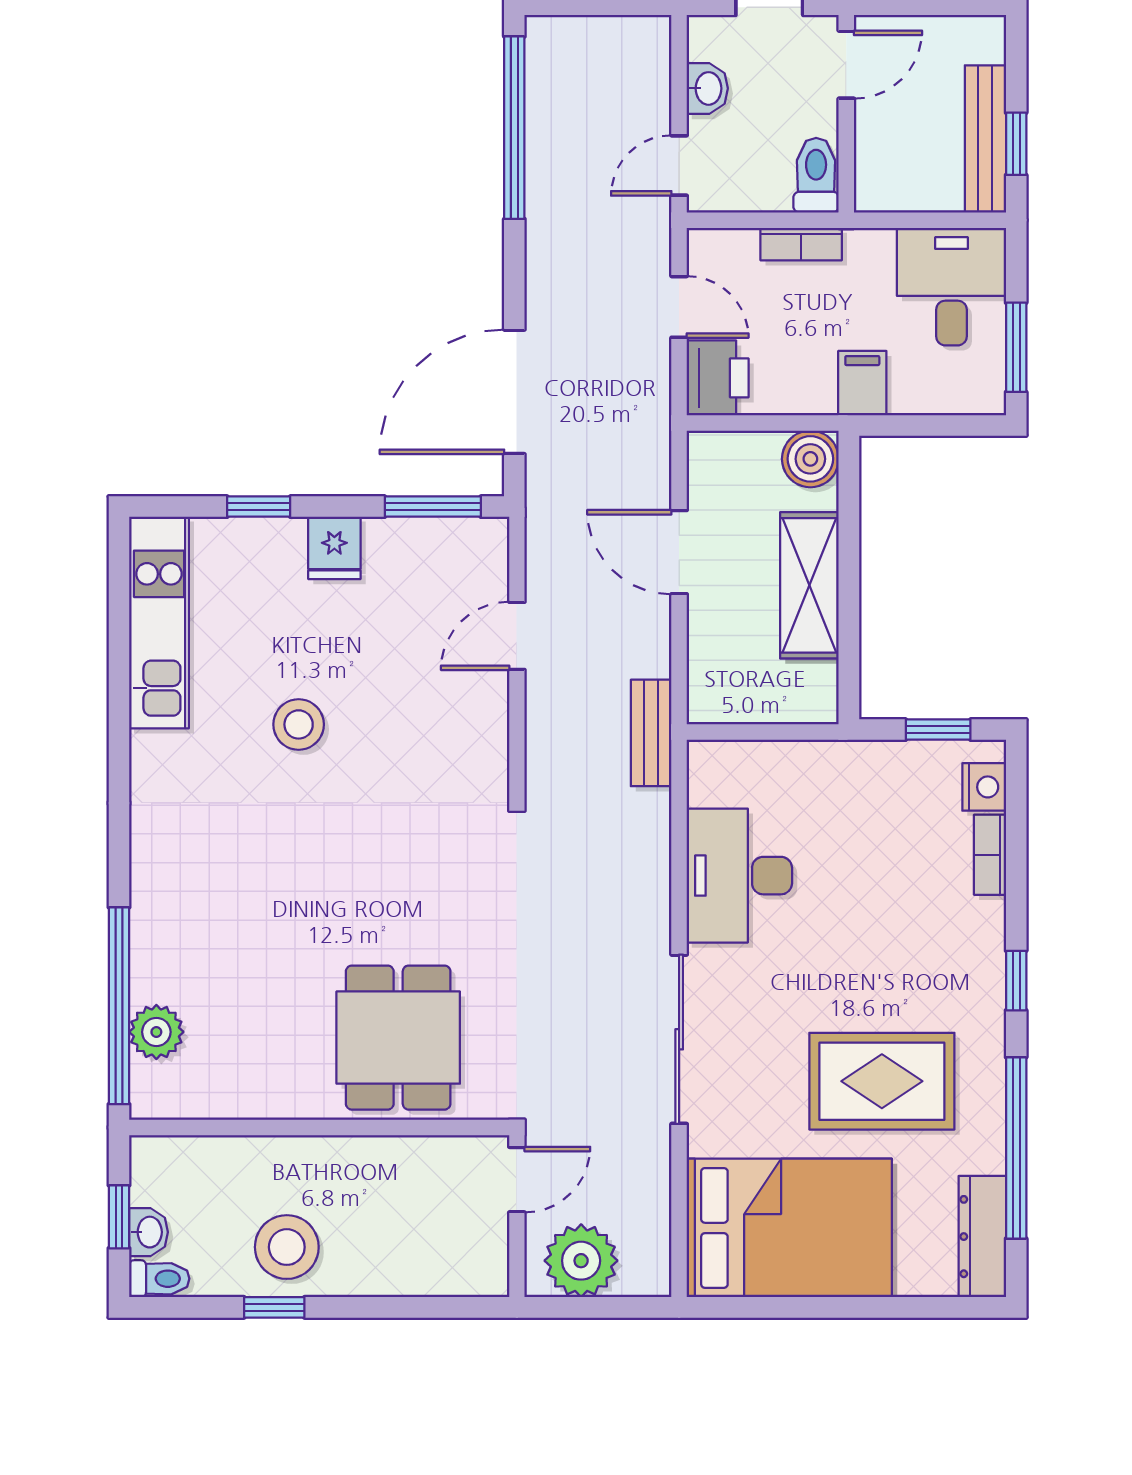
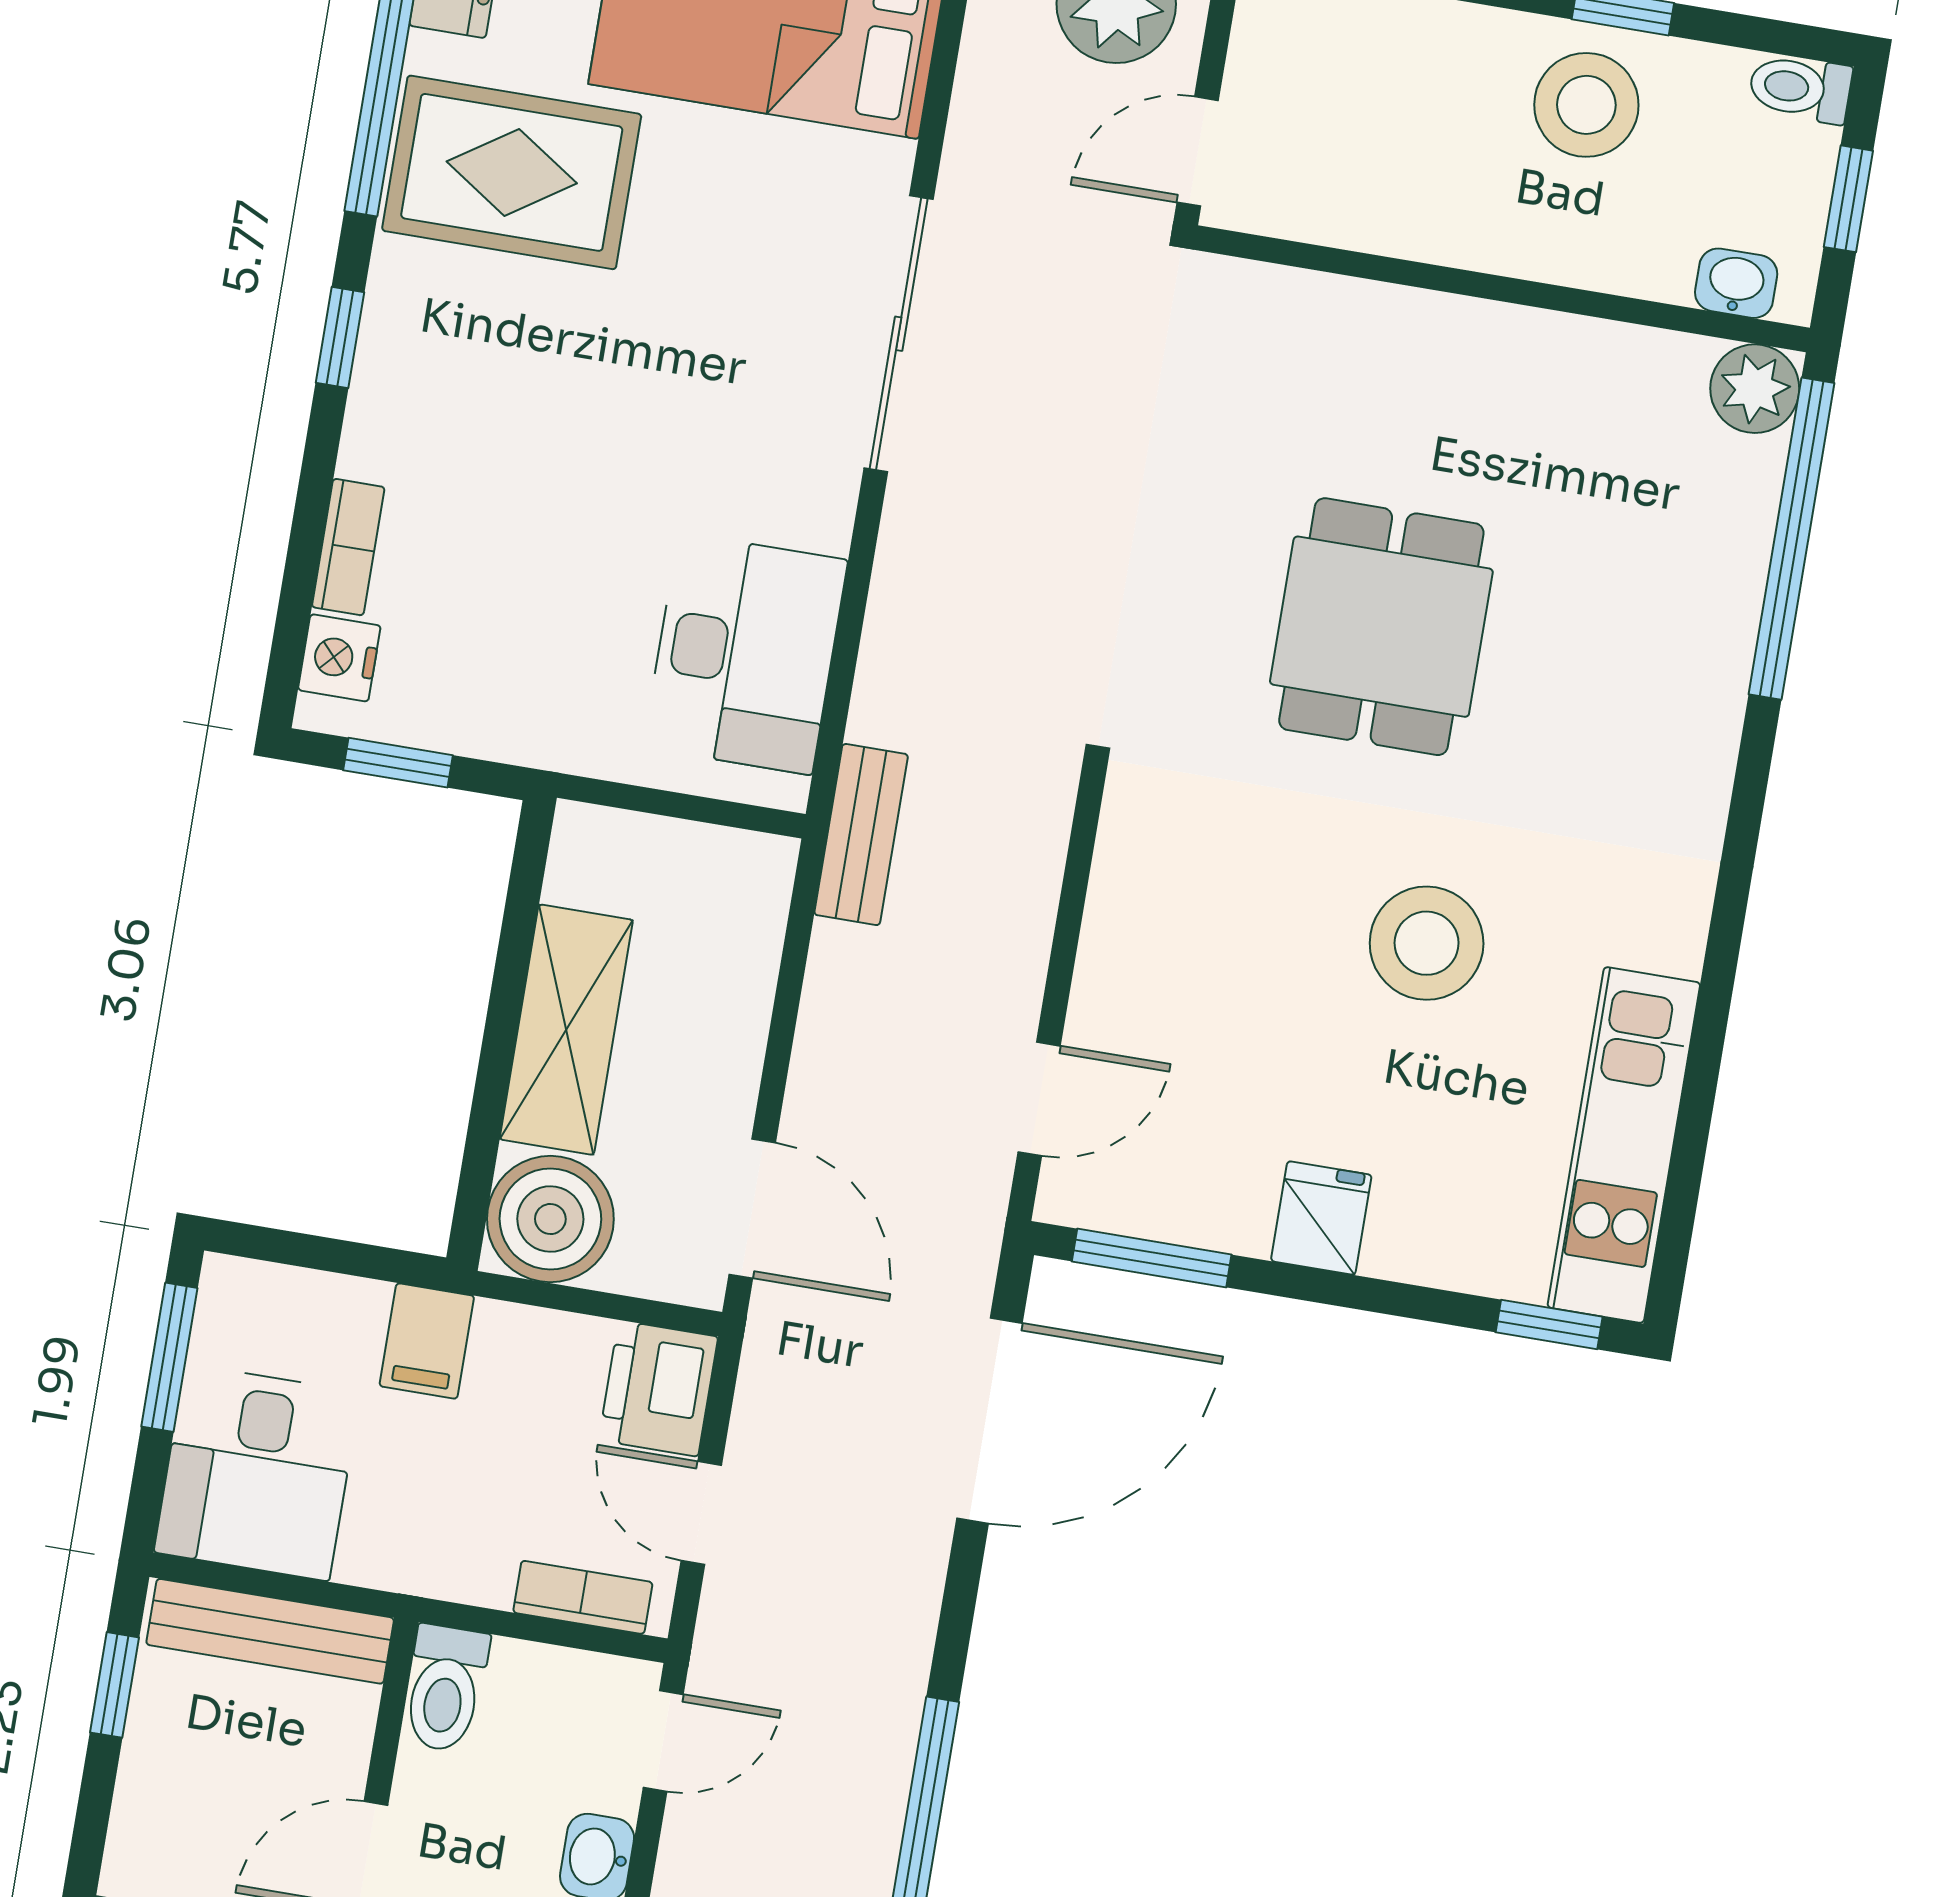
bench: (985, 139) -> (270, 1631), moved, turned 90
bookcase: (801, 244) -> (583, 1597), moved
boiler: (810, 459) -> (550, 1219), width x1.37, depth x1.37
window: (259, 507) -> (1549, 1325), moved
door: (679, 552) -> (752, 1209), moved
door: (517, 636) -> (1039, 1099), moved
stool: (299, 724) -> (1427, 943), width x1.38, depth x1.38
desk: (739, 876) -> (745, 654), moved
plant: (156, 1032) -> (1755, 389), moved
dining table: (398, 1038) -> (1381, 627), moved
rug: (882, 1081) -> (512, 172), moved
washbasin: (149, 1232) -> (1736, 283), moved, turned 90

